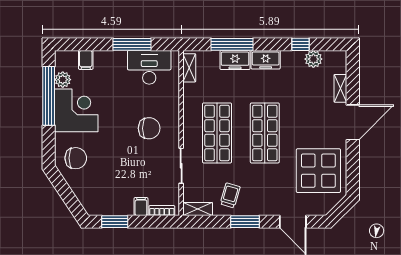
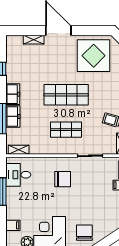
plant: (313, 59) -> (12, 59), removed
desk: (149, 67) -> (18, 175), width x0.73
chair: (149, 128) -> (63, 179), turned 90
shop shelf: (217, 133) -> (66, 130), width x0.70, depth x0.74

